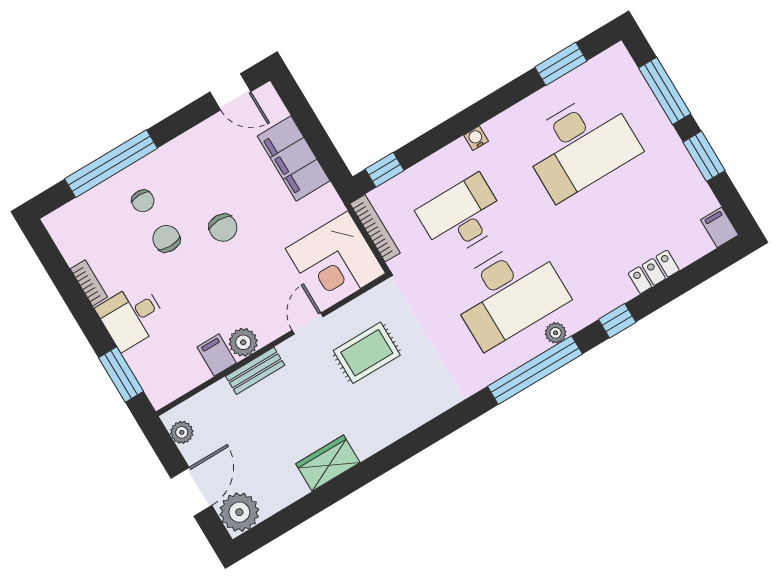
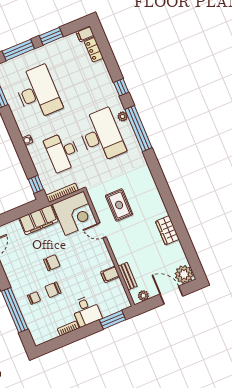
filing cabinet: (294, 158) -> (38, 220), moved
locker: (654, 272) -> (94, 50), moved
plant: (243, 342) -> (106, 261), removed
bench: (255, 371) -> (128, 276), moved

